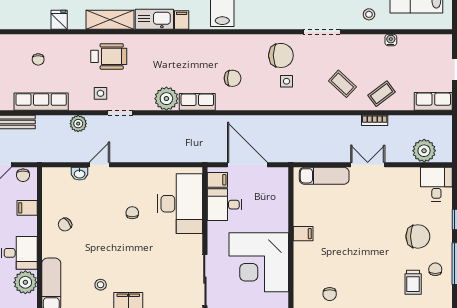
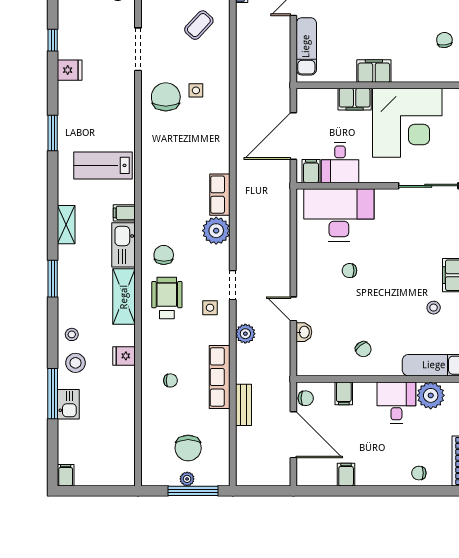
chair: (233, 78) -> (164, 255), moved
filing cabinet: (279, 217) -> (355, 99), added
filing cabinet: (303, 234) -> (374, 71), width x2.00
chair: (330, 294) -> (444, 40), turned -97

